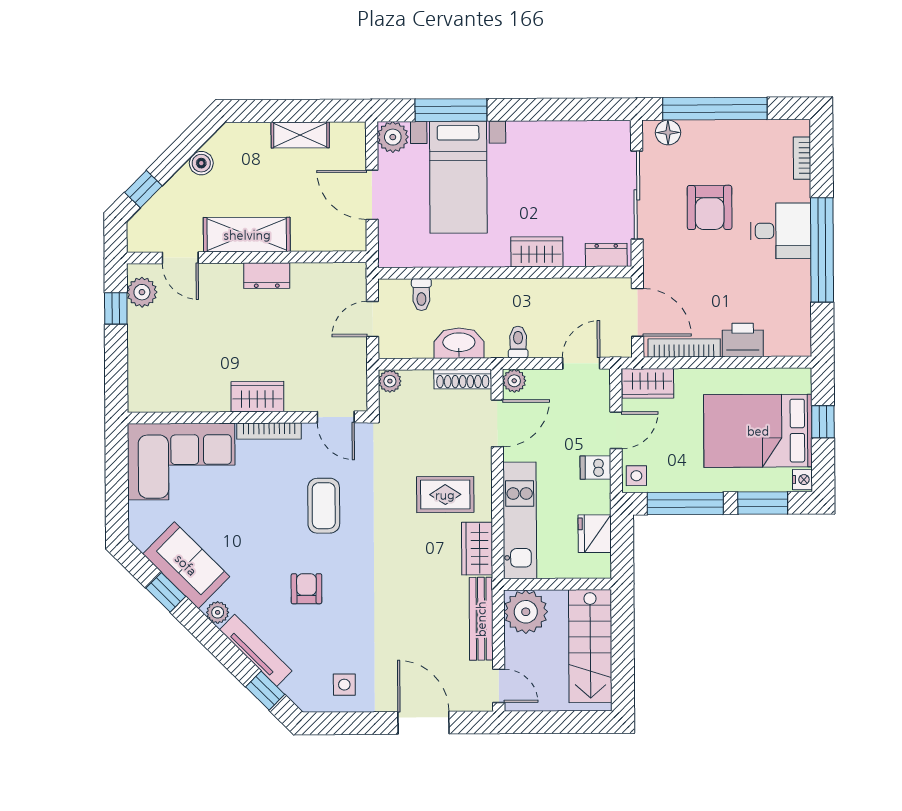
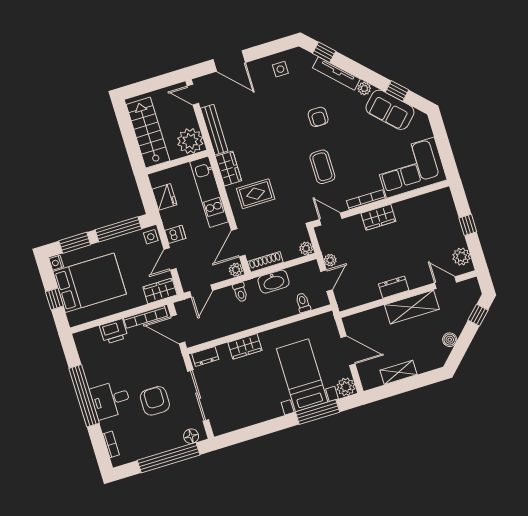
window: (116, 308) -> (468, 225), moved
plant: (357, 350) -> (330, 260), added

